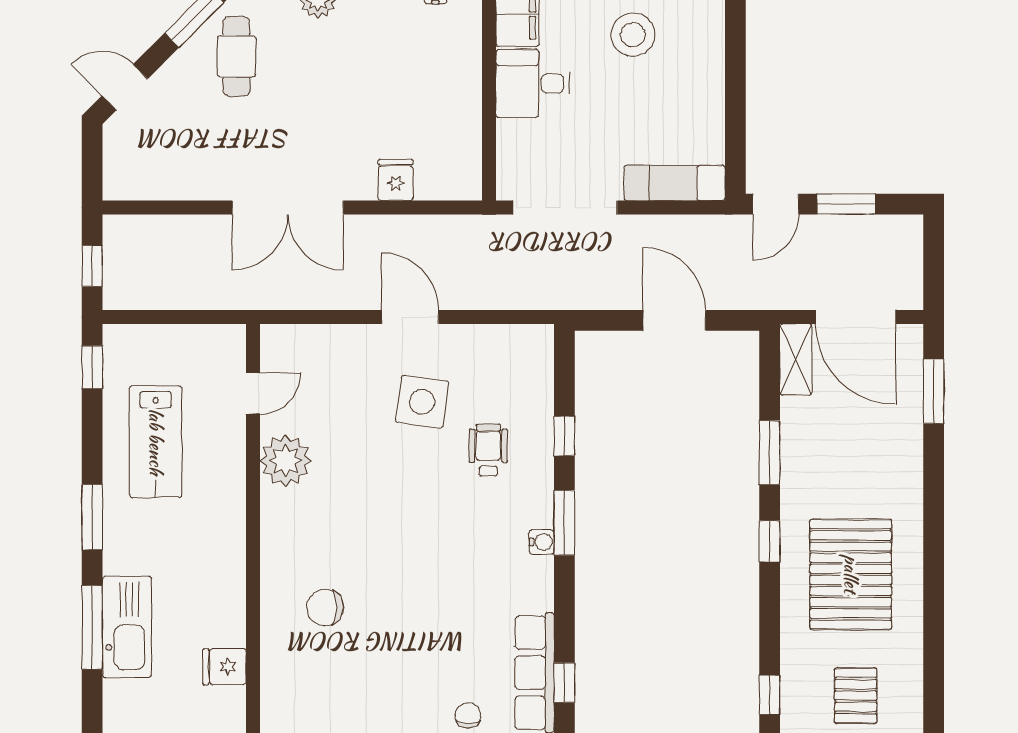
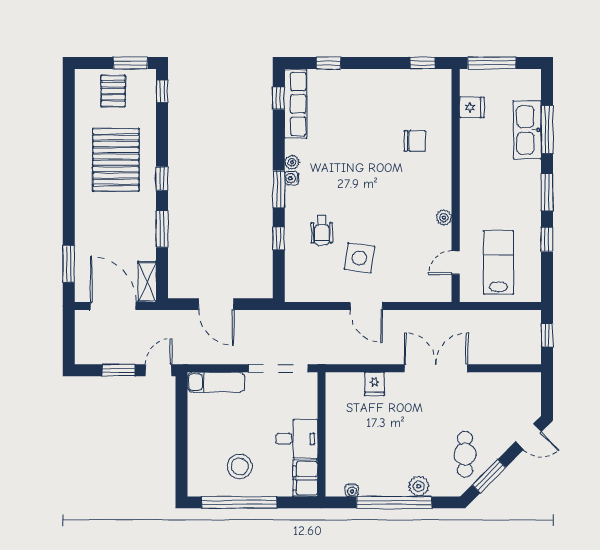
window: (92, 367) -> (547, 239), moved
lab bench: (156, 442) -> (499, 262), moved
plant: (286, 461) -> (444, 218), width x0.53, depth x0.53
plant: (541, 570) -> (292, 162), added
chair: (468, 715) -> (333, 80), removed

